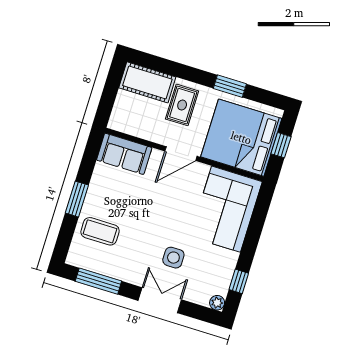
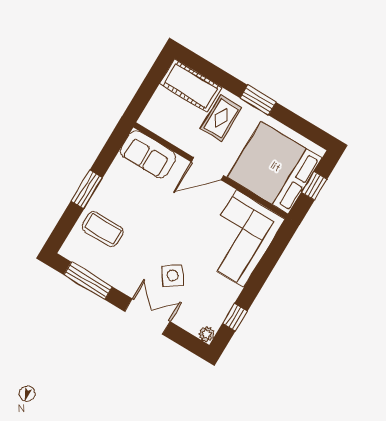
window: (230, 86) -> (258, 100), moved
side table: (173, 258) -> (173, 276), turned -35

